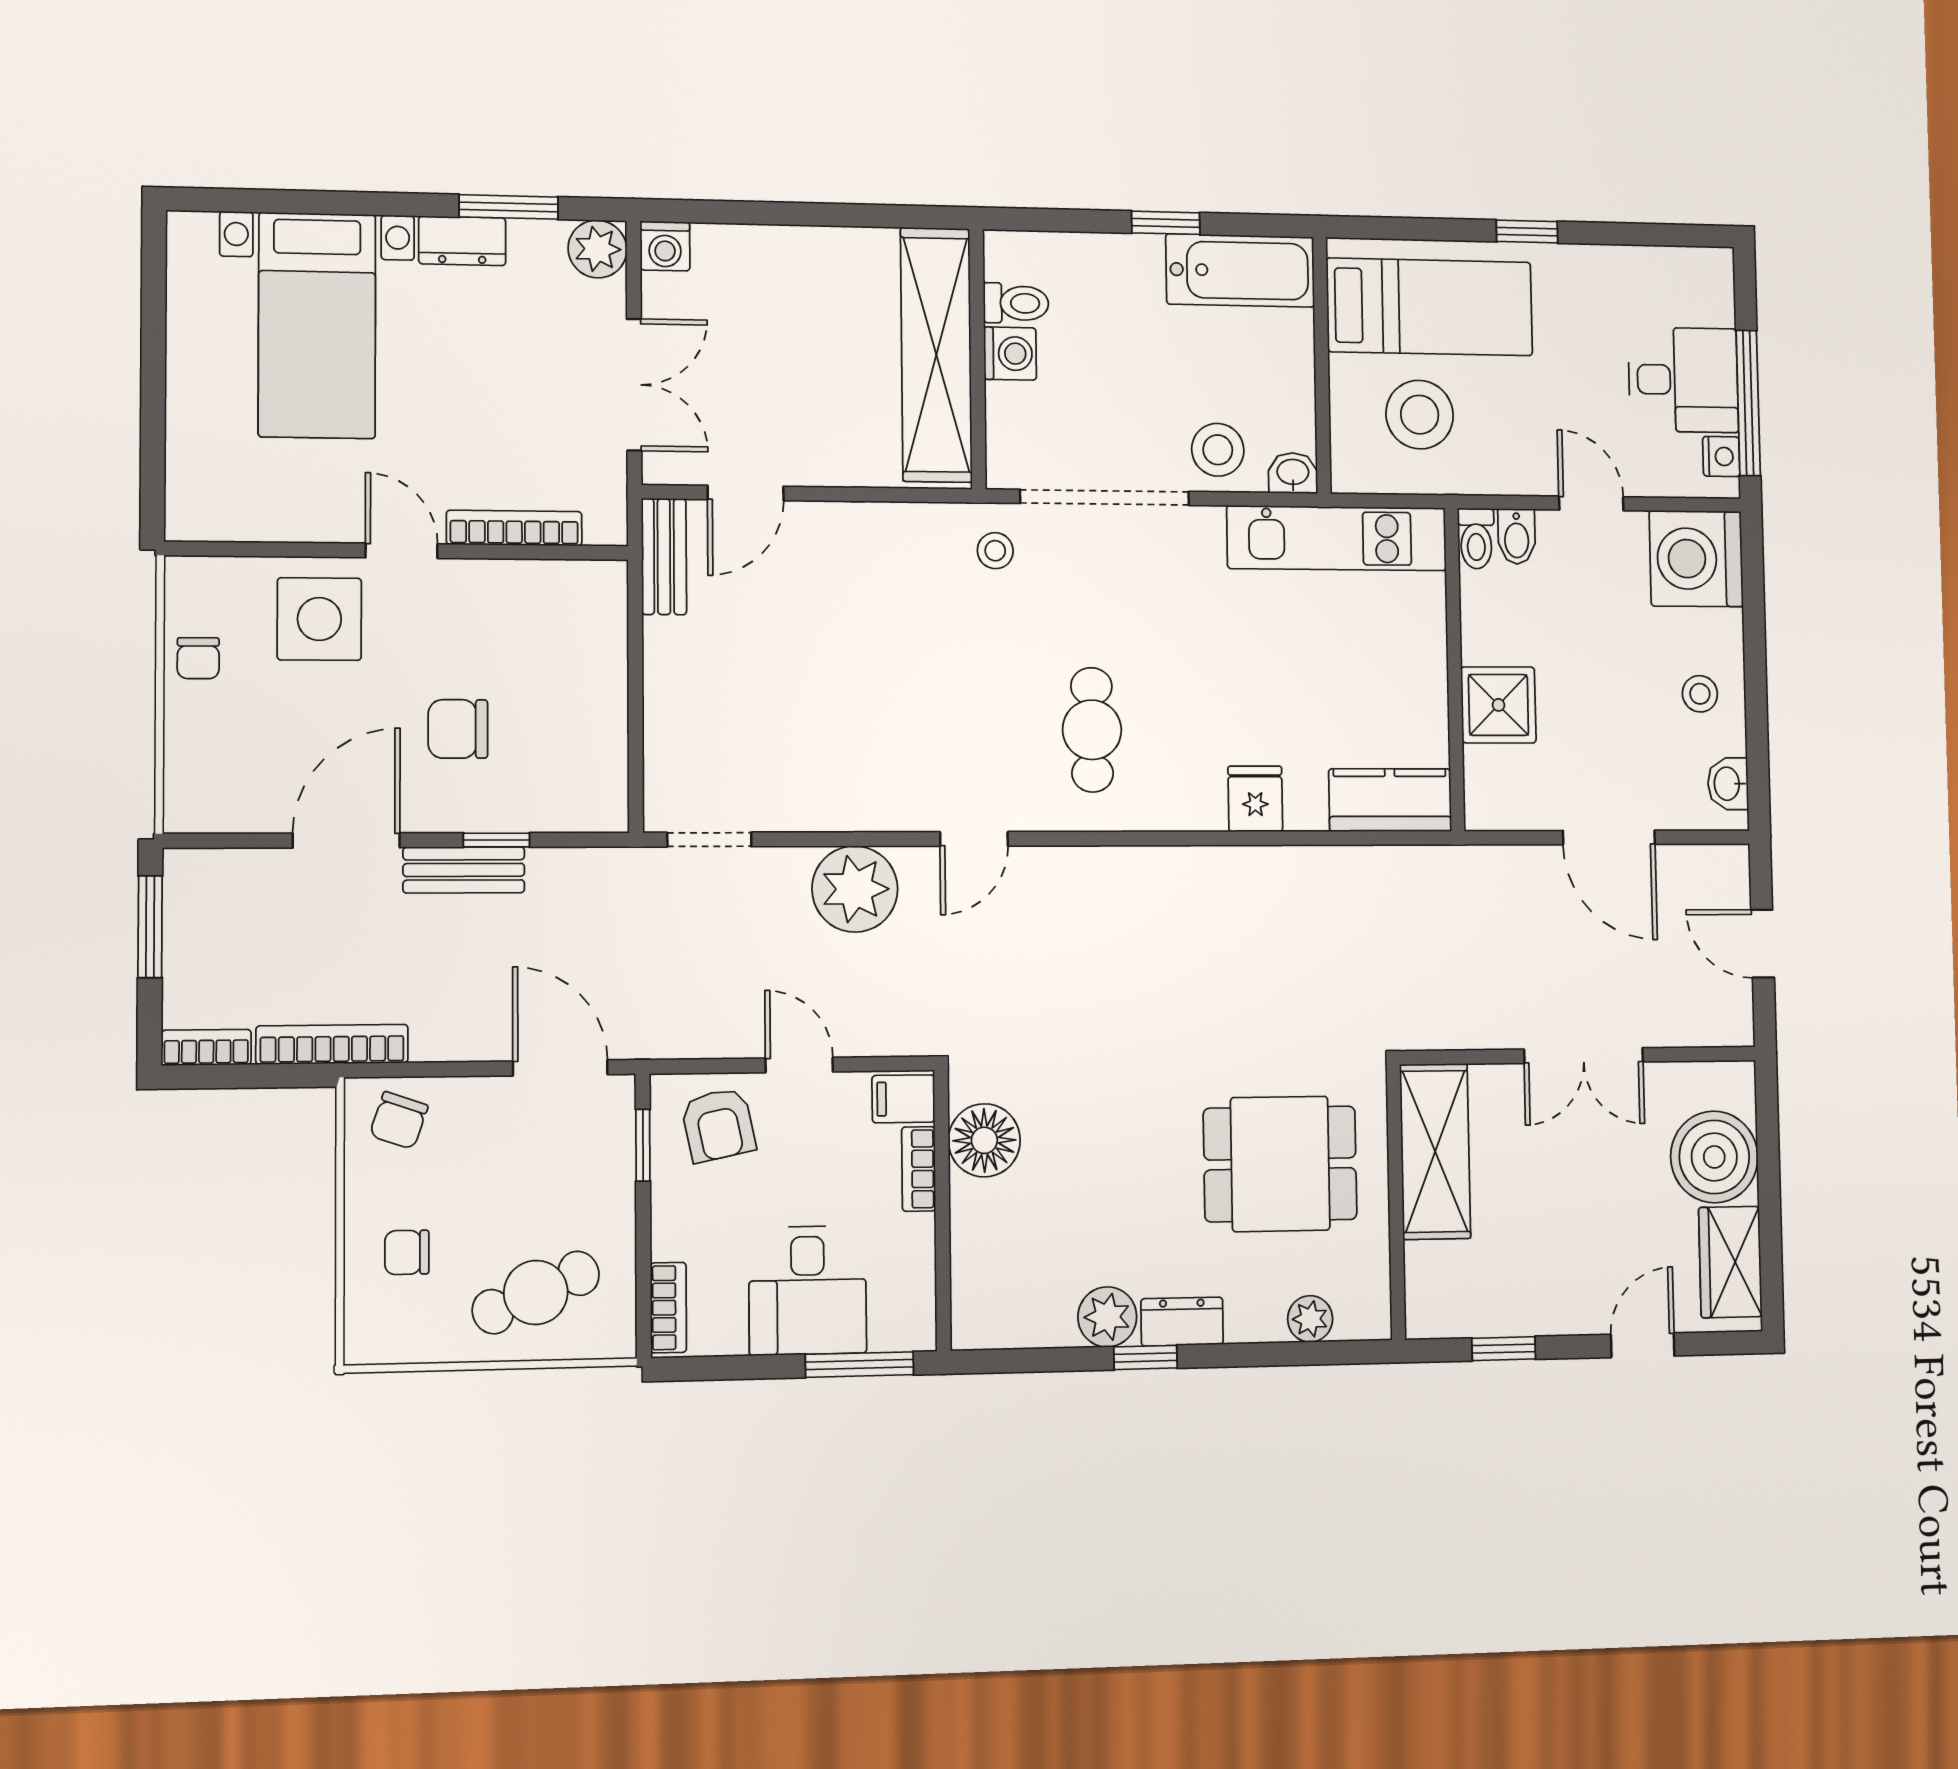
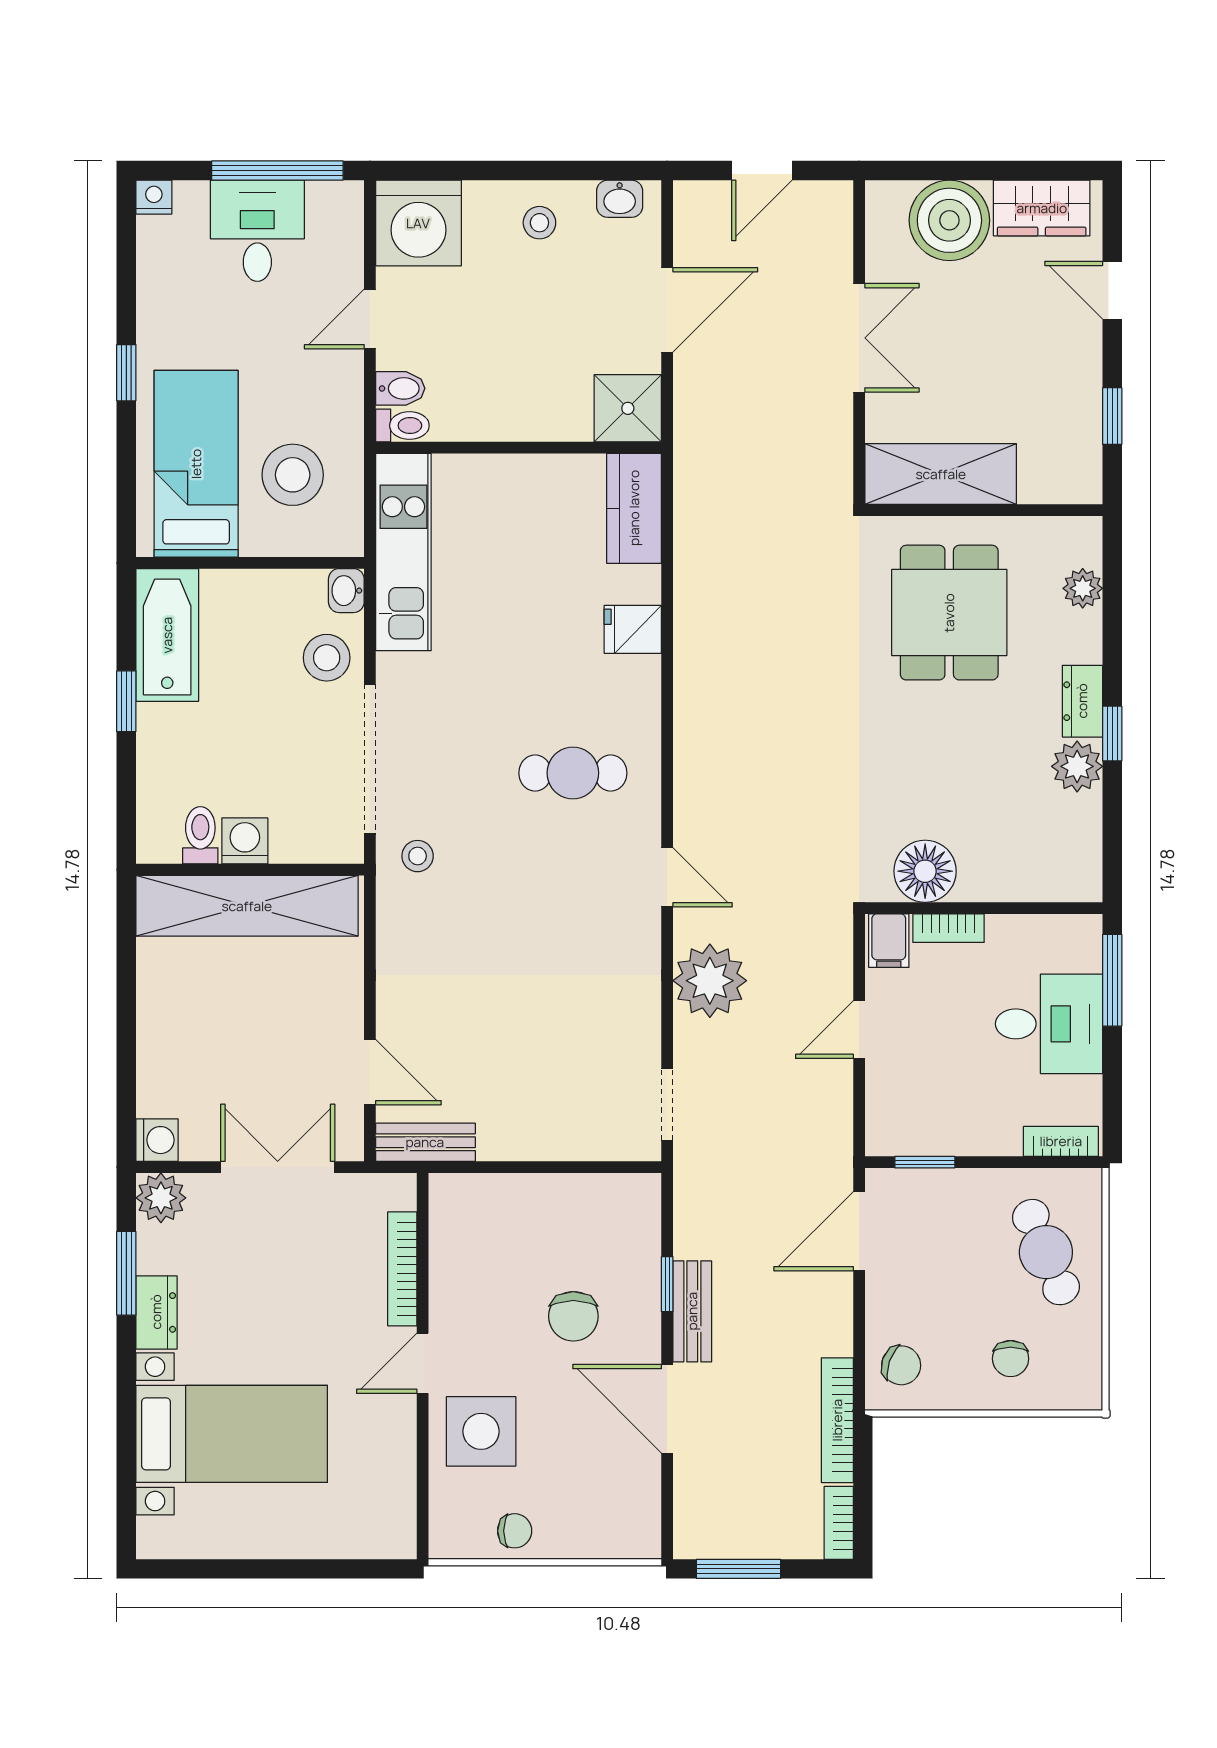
nightstand: (1721, 456) -> (154, 197), moved
shower: (1498, 705) -> (628, 408), moved
armchair: (718, 1125) -> (909, 1099), removed

